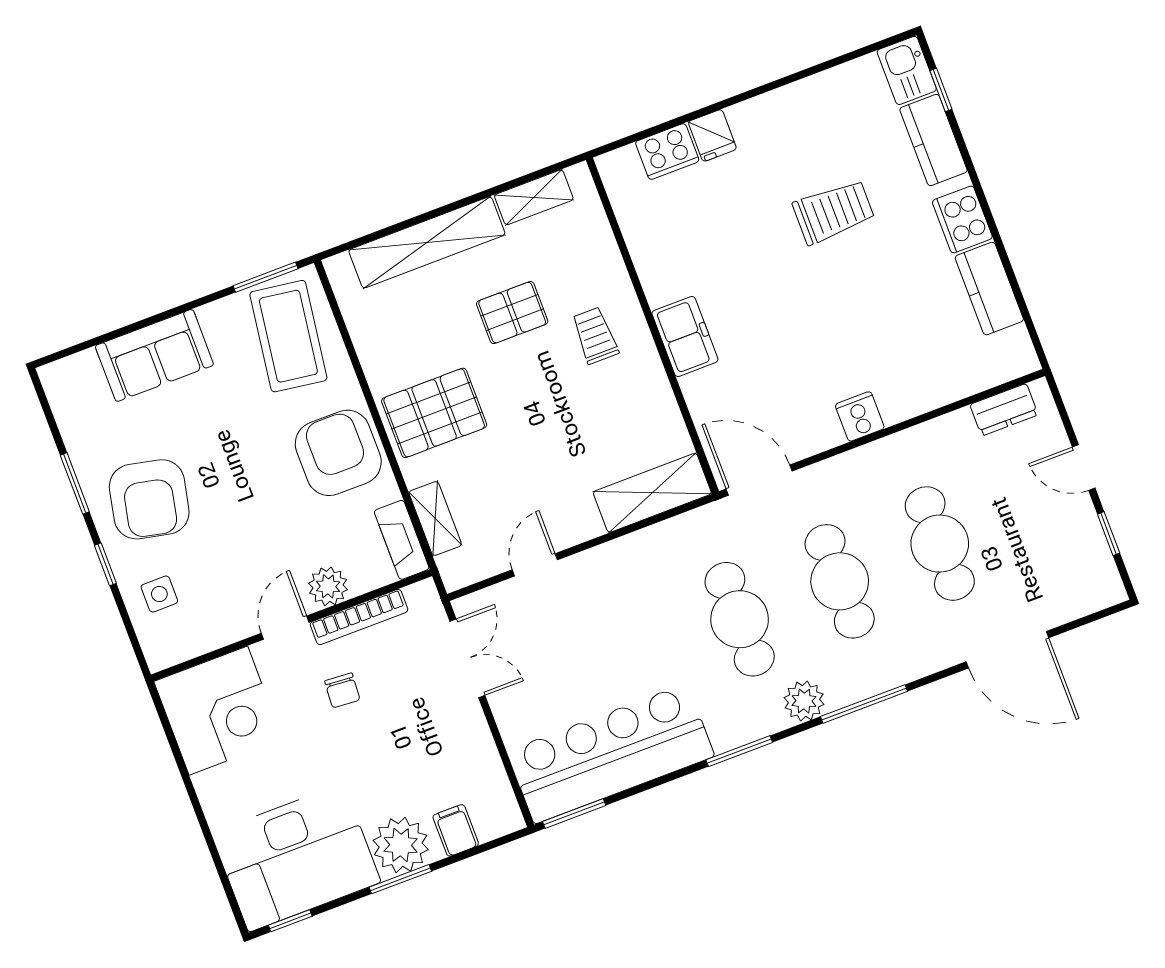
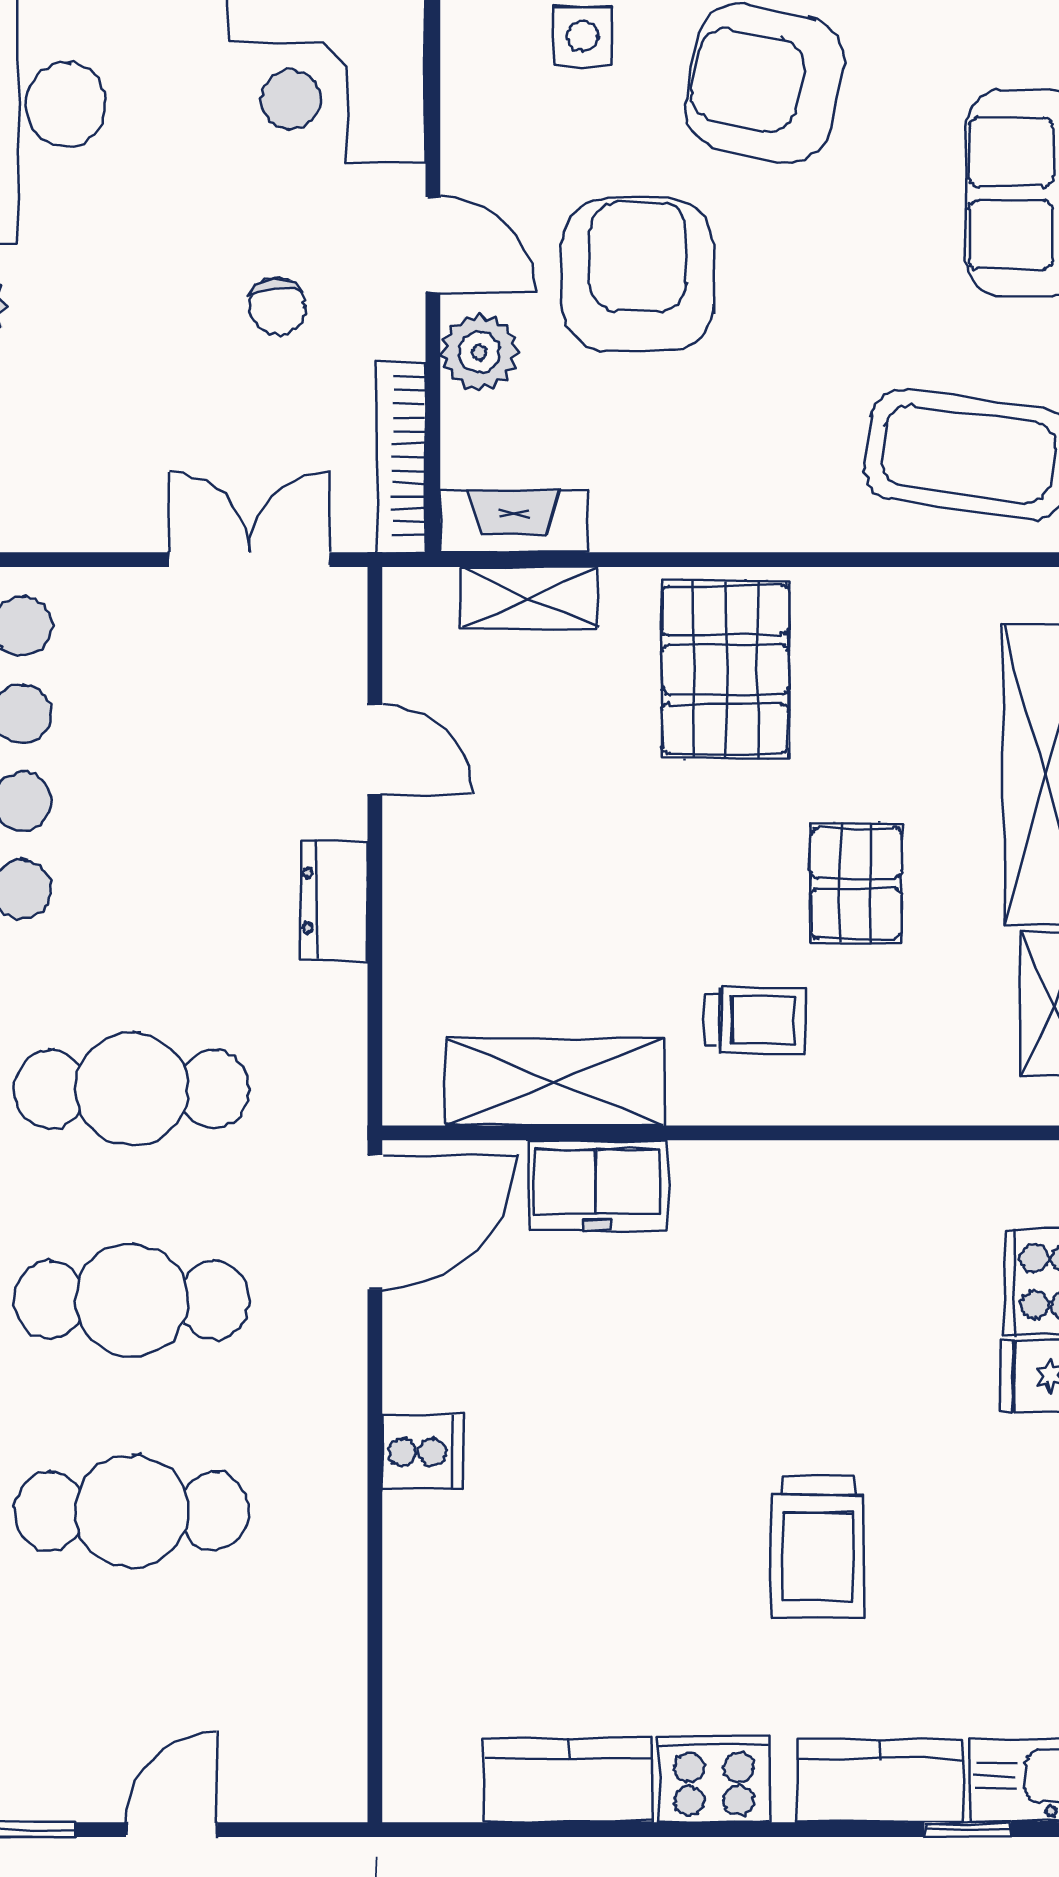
freezer: (685, 336) -> (597, 1185), moved
dresser: (1004, 410) -> (334, 901), moved
armchair: (338, 453) -> (638, 275), moved, turned -90
shelving: (652, 493) -> (555, 1082), moved, turned 90
bookcase: (359, 617) -> (401, 457), moved
double door: (467, 658) -> (249, 560), swing flipped
chair: (342, 690) -> (277, 306), turned -98

